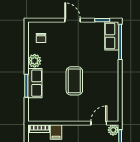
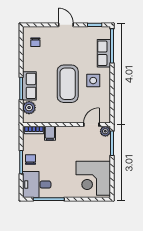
row of seats: (112, 36) -> (104, 53), moved
plant: (35, 61) -> (29, 108), moved
side table: (101, 78) -> (93, 81), added
coffee table: (74, 81) -> (68, 84), width x1.36, depth x1.32

